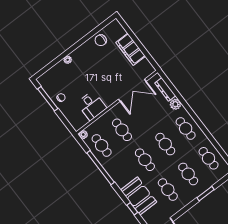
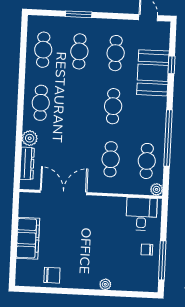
desk: (92, 106) -> (141, 214), moved
cafe table: (165, 144) -> (77, 104), removed

